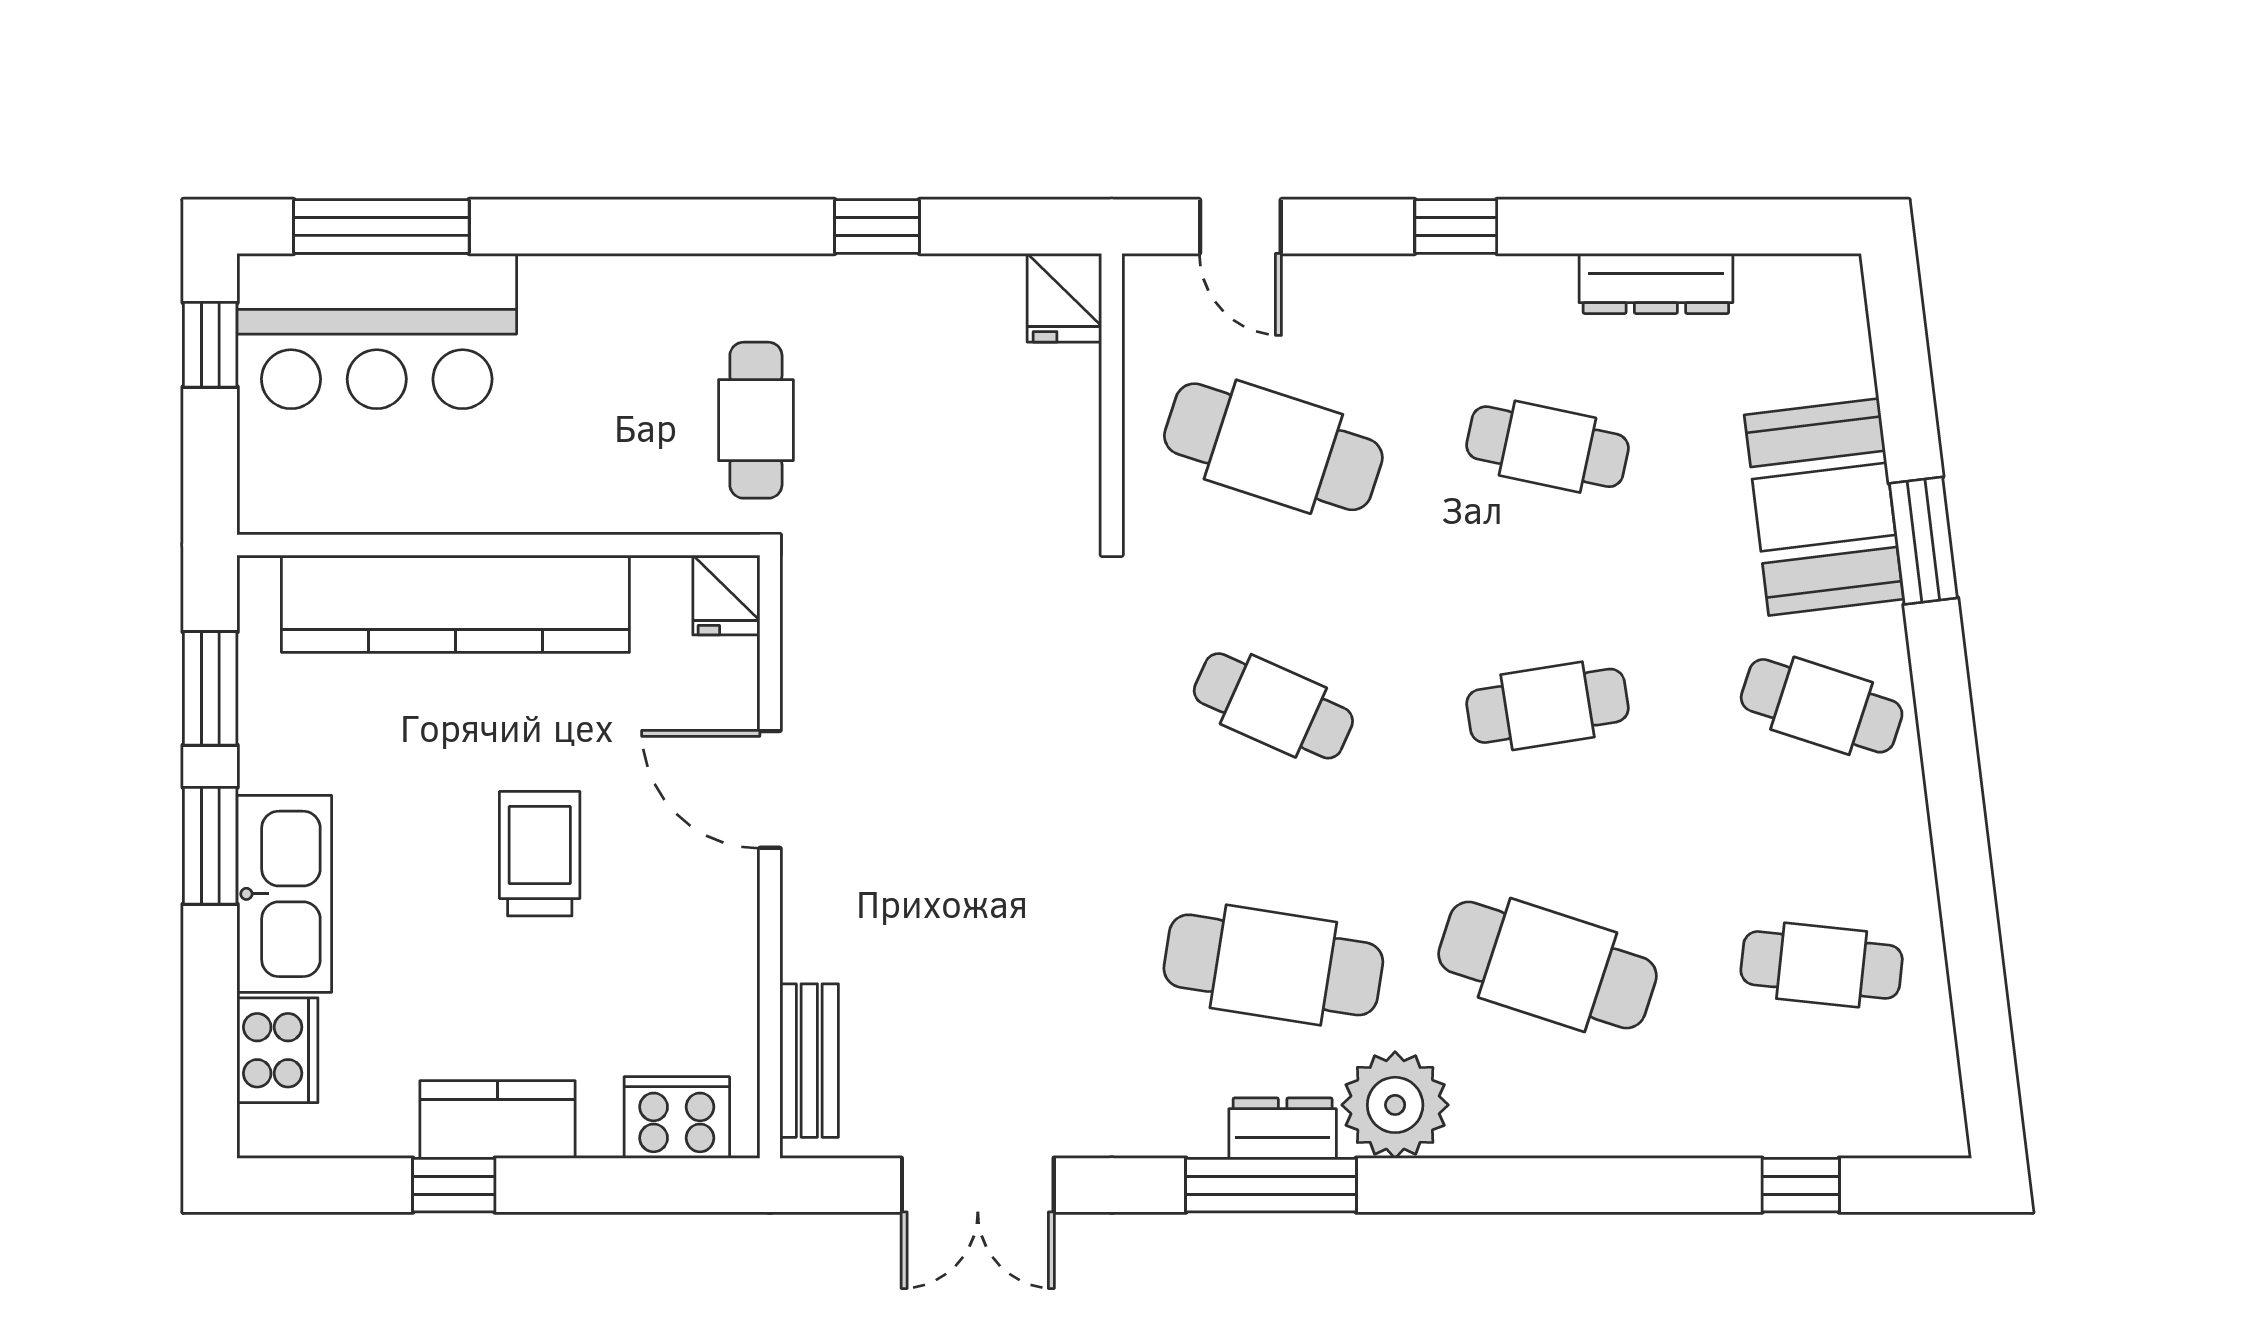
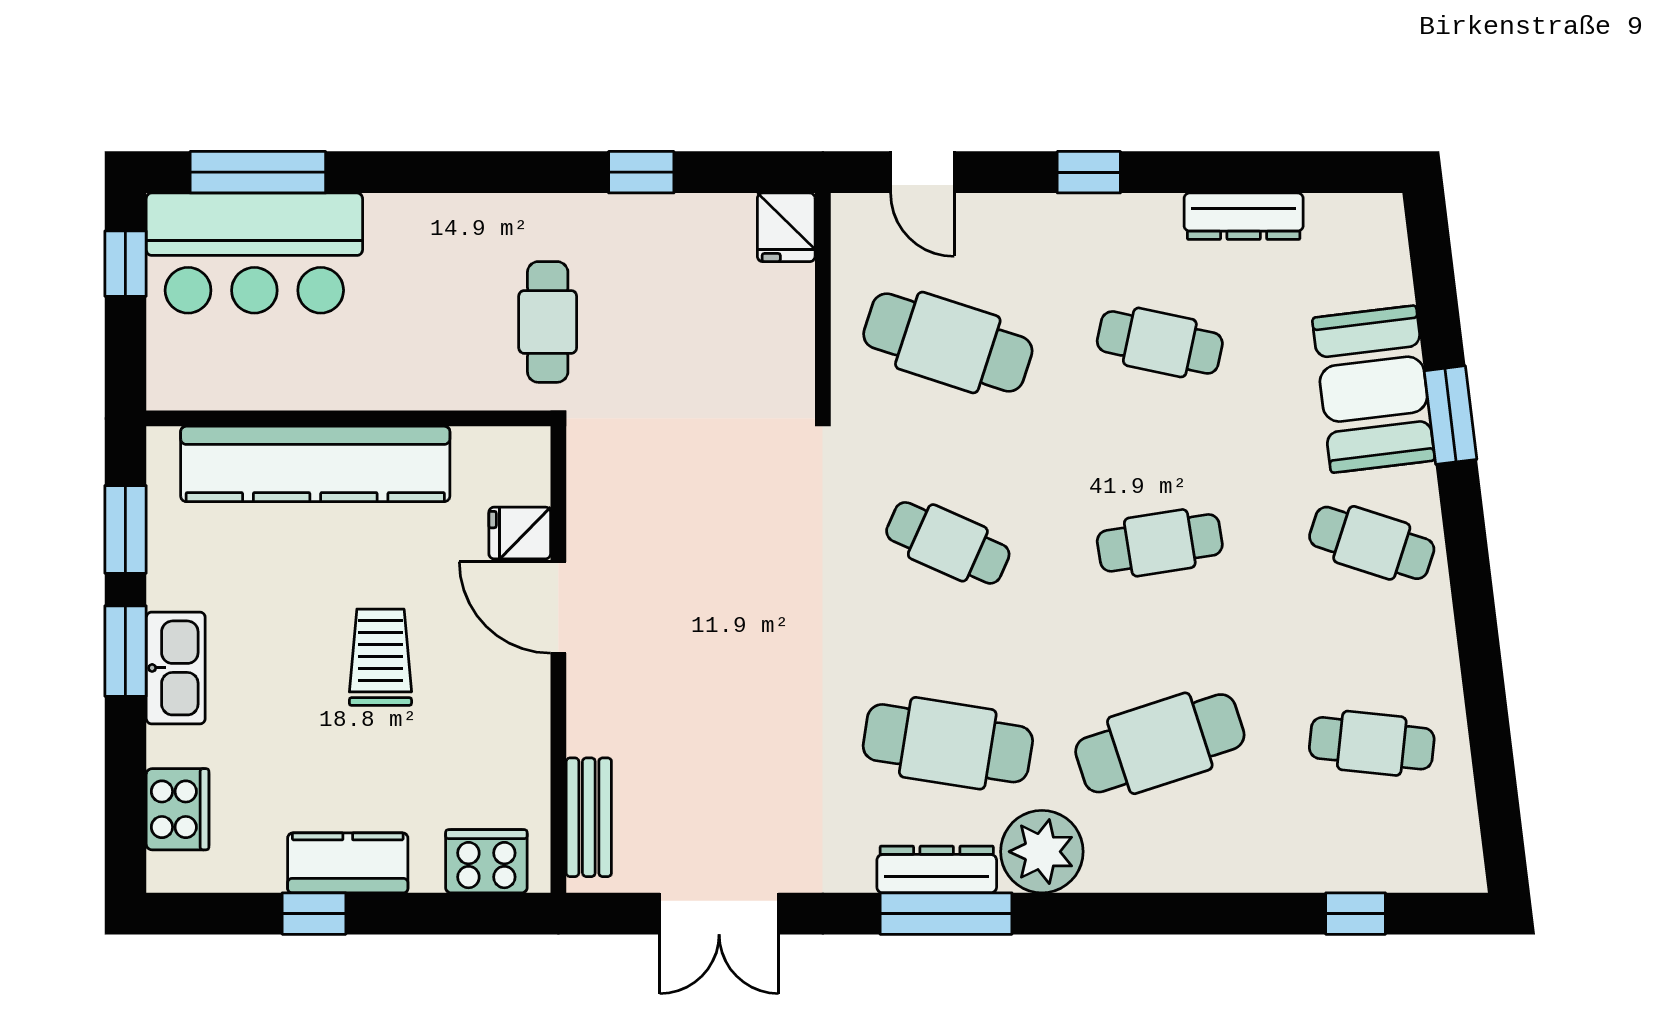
fridge: (726, 595) -> (520, 533), moved, turned 90
kitchen sink: (284, 894) -> (176, 668), width x0.73, depth x0.81
cafe table: (1547, 965) -> (1160, 743), turned -36
dresser: (1283, 1128) -> (937, 869), width x1.44

